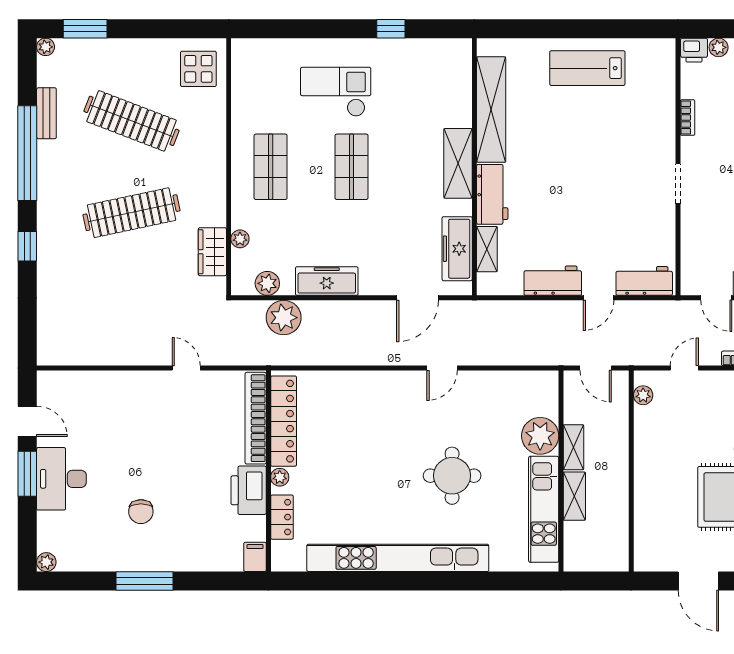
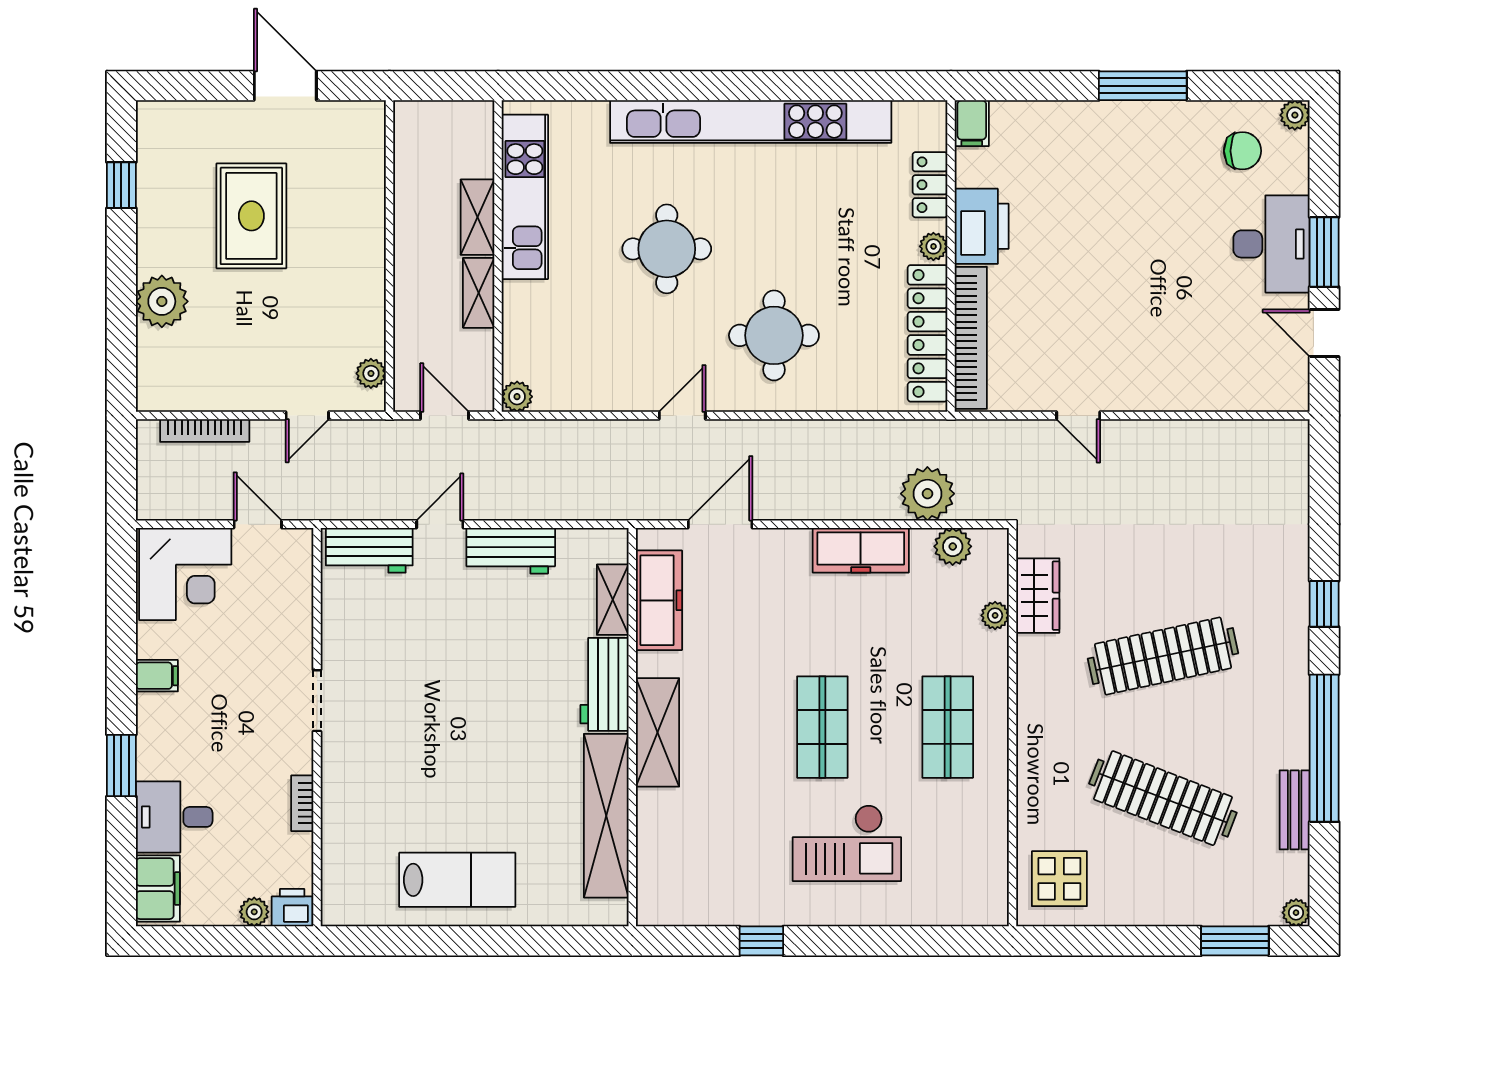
round table: (383, 420) -> (774, 335), added
plant: (540, 436) -> (517, 397), moved, width x0.53, depth x0.53
chair: (141, 512) -> (1242, 151), moved, turned 90

